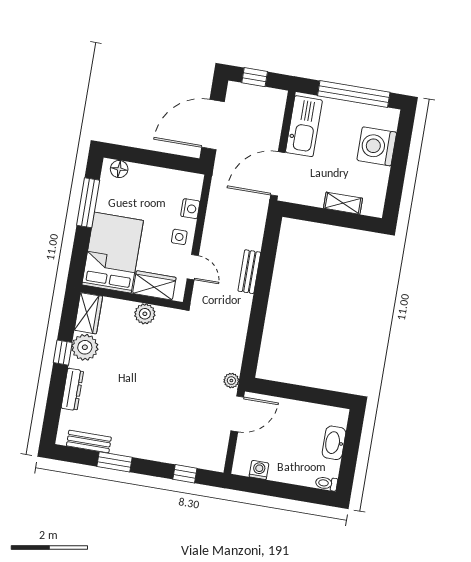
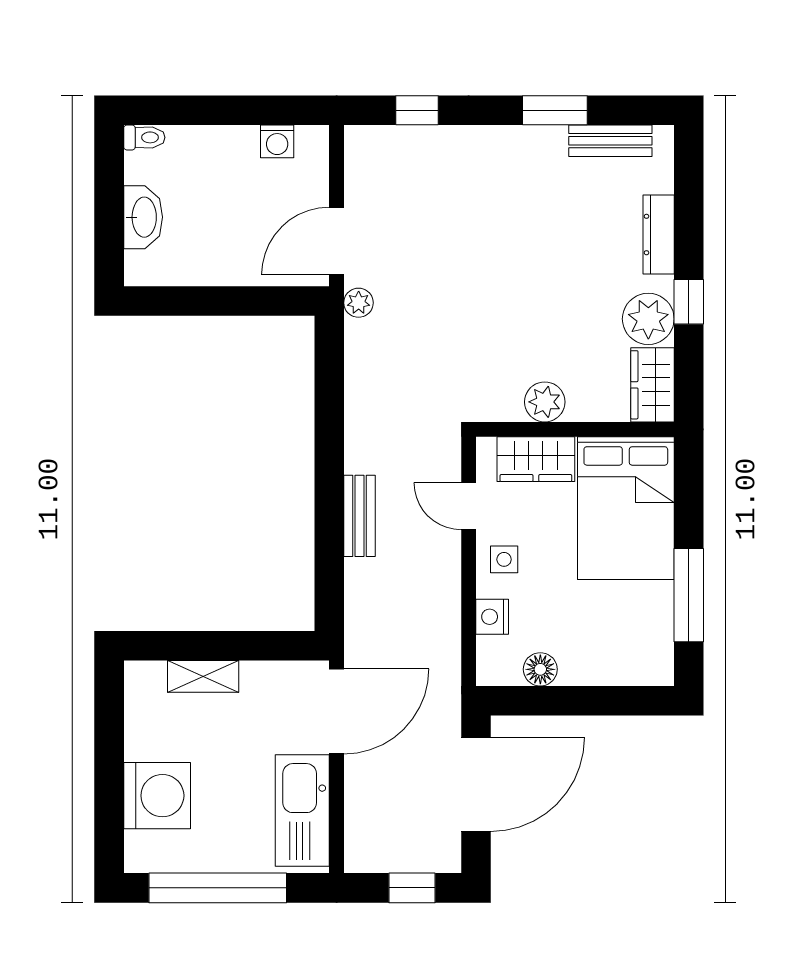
floor lamp: (119, 169) -> (540, 669), moved

